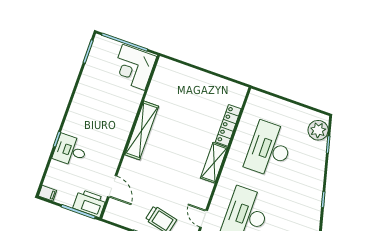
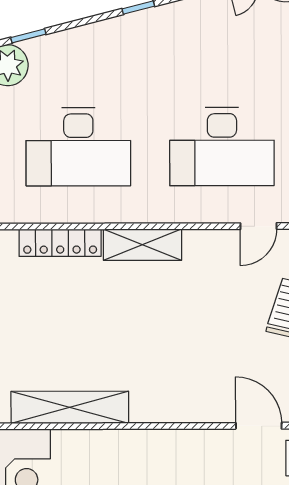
shelving: (142, 130) -> (70, 407), moved
door: (112, 186) -> (259, 426), hinge flipped

